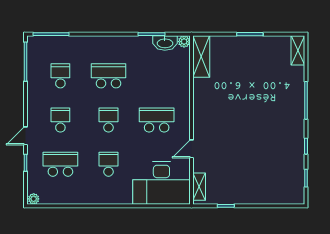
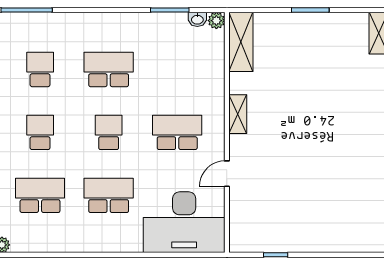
washbasin: (165, 43) -> (197, 19), width x0.52, depth x0.69
school desk: (109, 164) -> (109, 195), width x1.85
shelving: (199, 187) -> (238, 114), moved

